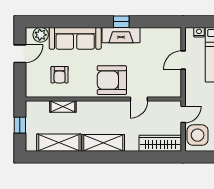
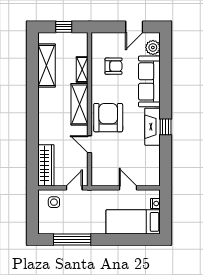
door: (20, 54) -> (134, 27), hinge flipped
armchair: (60, 75) -> (114, 66), turned 180
door: (183, 114) -> (74, 188), swing flipped
side table: (198, 135) -> (54, 202), width x0.54, depth x0.54
shelving: (103, 143) -> (79, 104), moved

